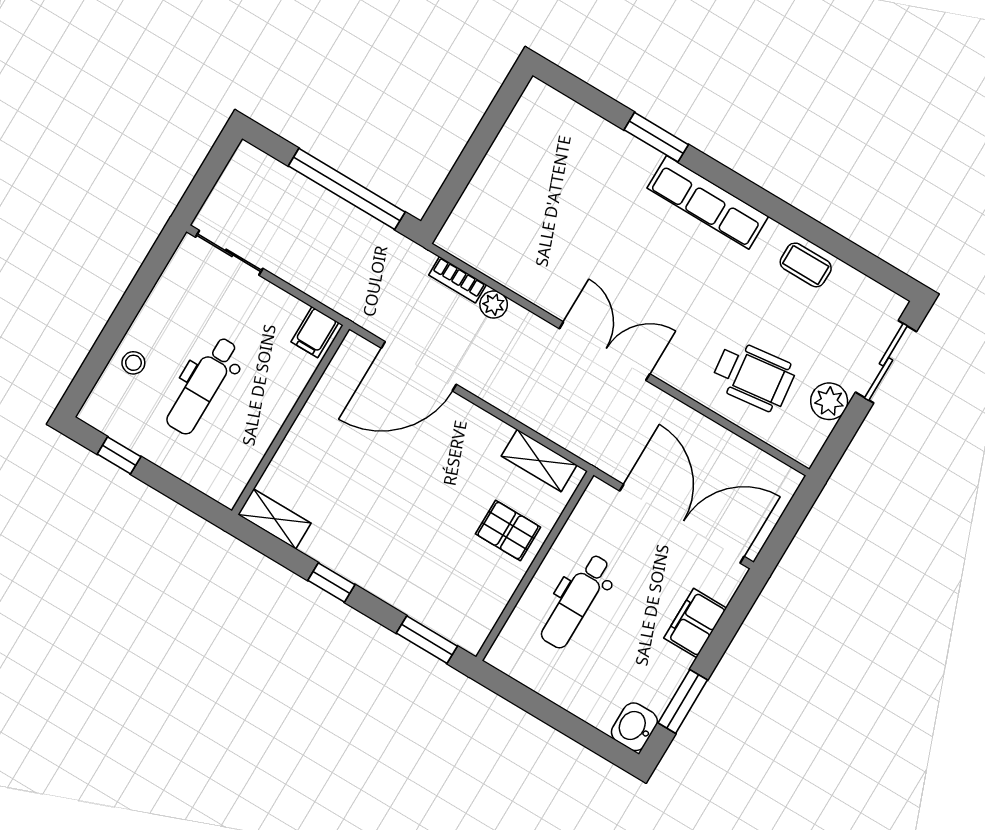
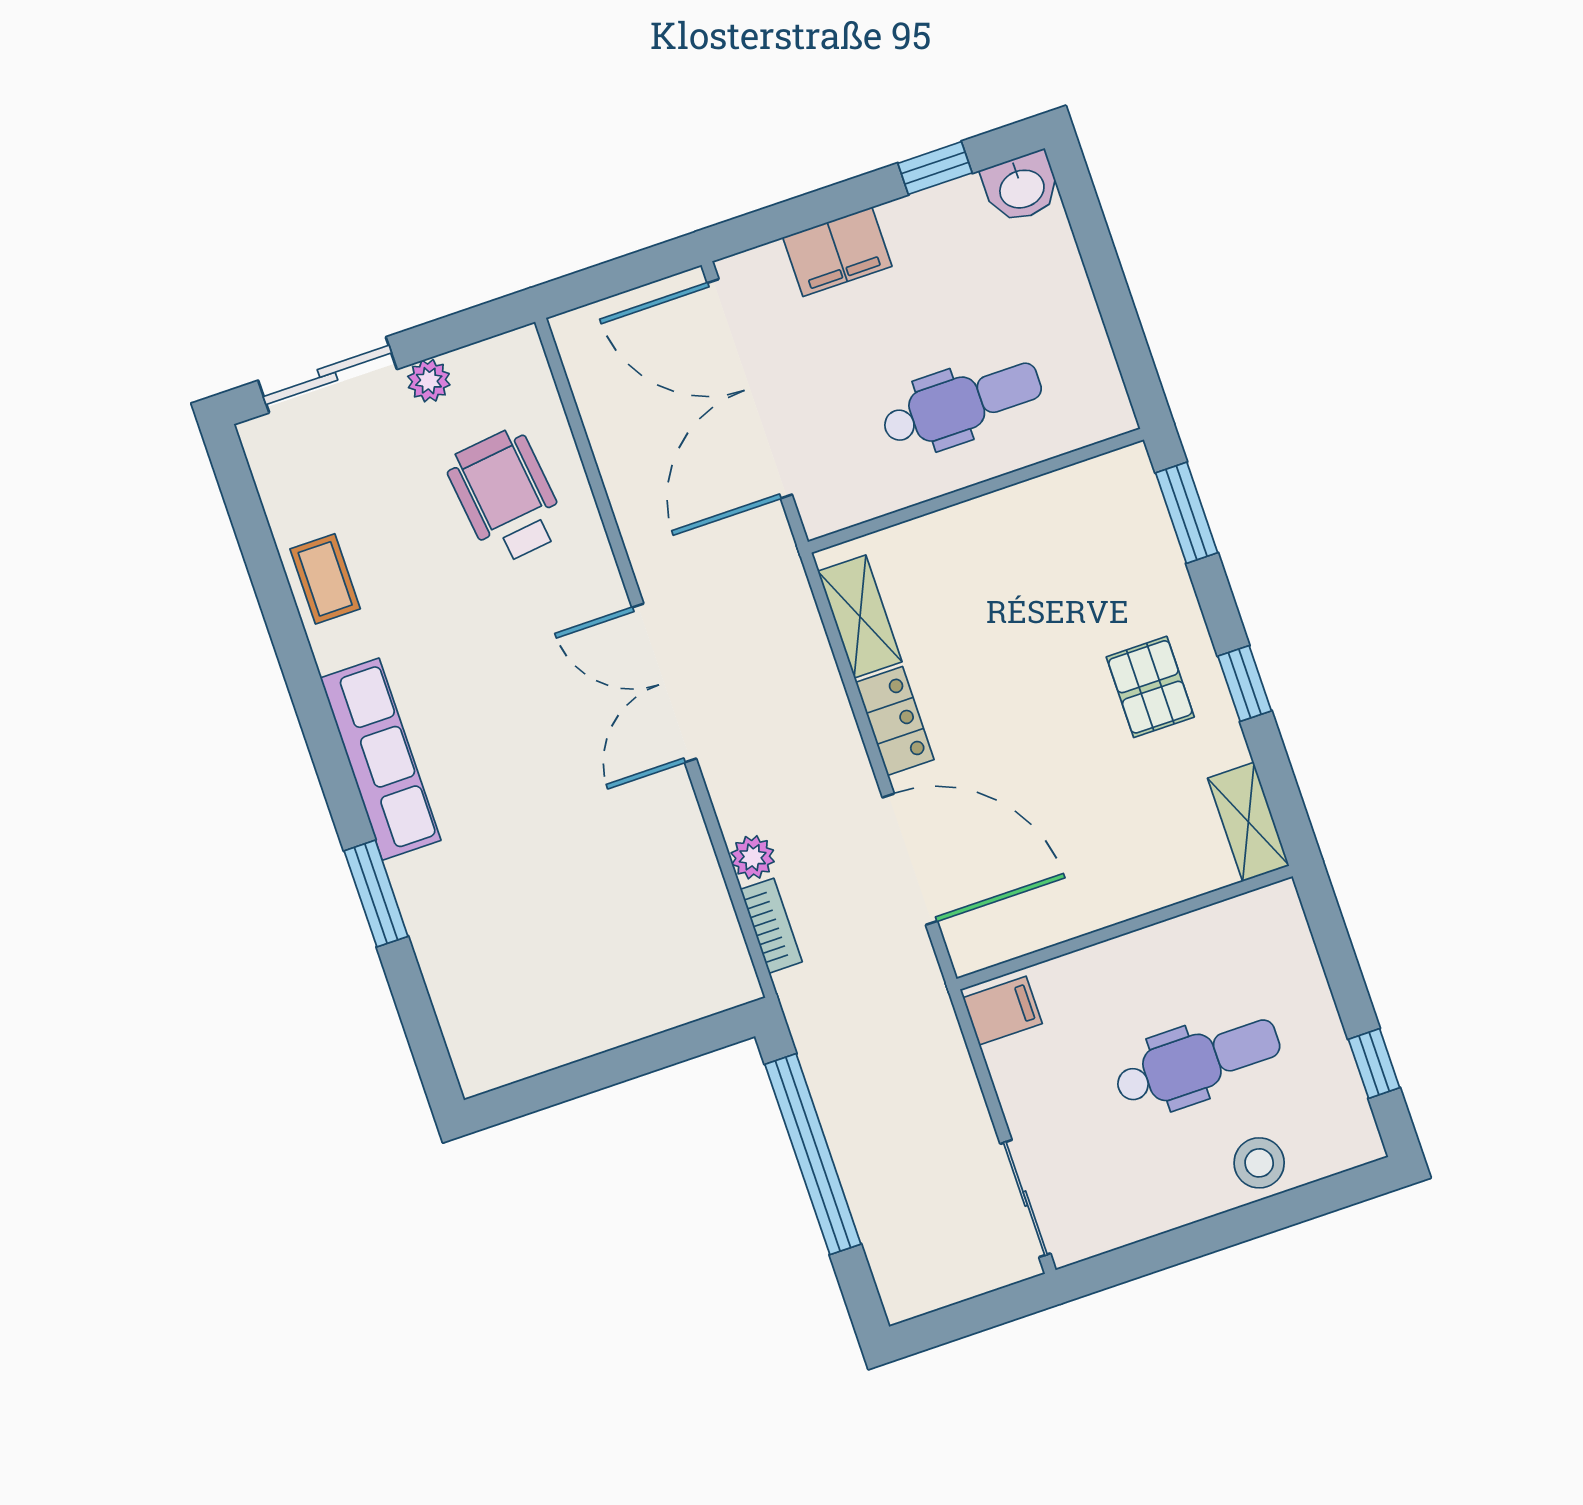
stool: (133, 363) -> (1259, 1163), width x1.37, depth x1.37
plant: (829, 401) -> (429, 381), width x0.73, depth x0.73
locker: (481, 425) -> (895, 721), added
pallet: (508, 531) -> (1150, 687), moved
window: (683, 701) -> (935, 168), width x0.67

